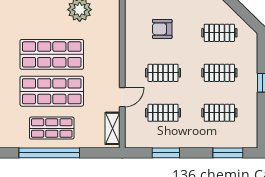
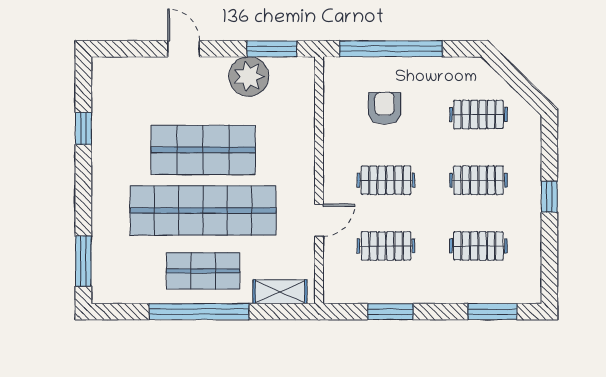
armchair: (162, 29) -> (385, 108), turned 90
shop shelf: (52, 91) -> (203, 210), width x1.40
shelving: (113, 128) -> (280, 292), moved, turned 90

